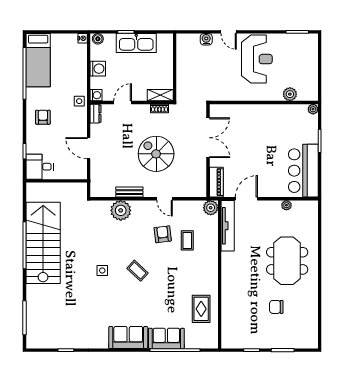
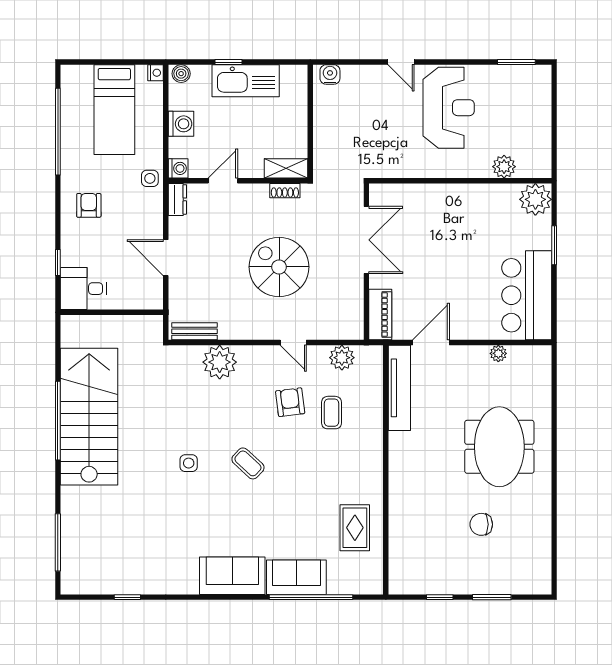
water cooler: (206, 39) -> (330, 74), moved
bed: (38, 60) -> (114, 110), moved
plant: (313, 109) -> (535, 199), width x1.88, depth x1.88
bench: (129, 192) -> (194, 331), moved
plant: (211, 208) -> (342, 358), moved

